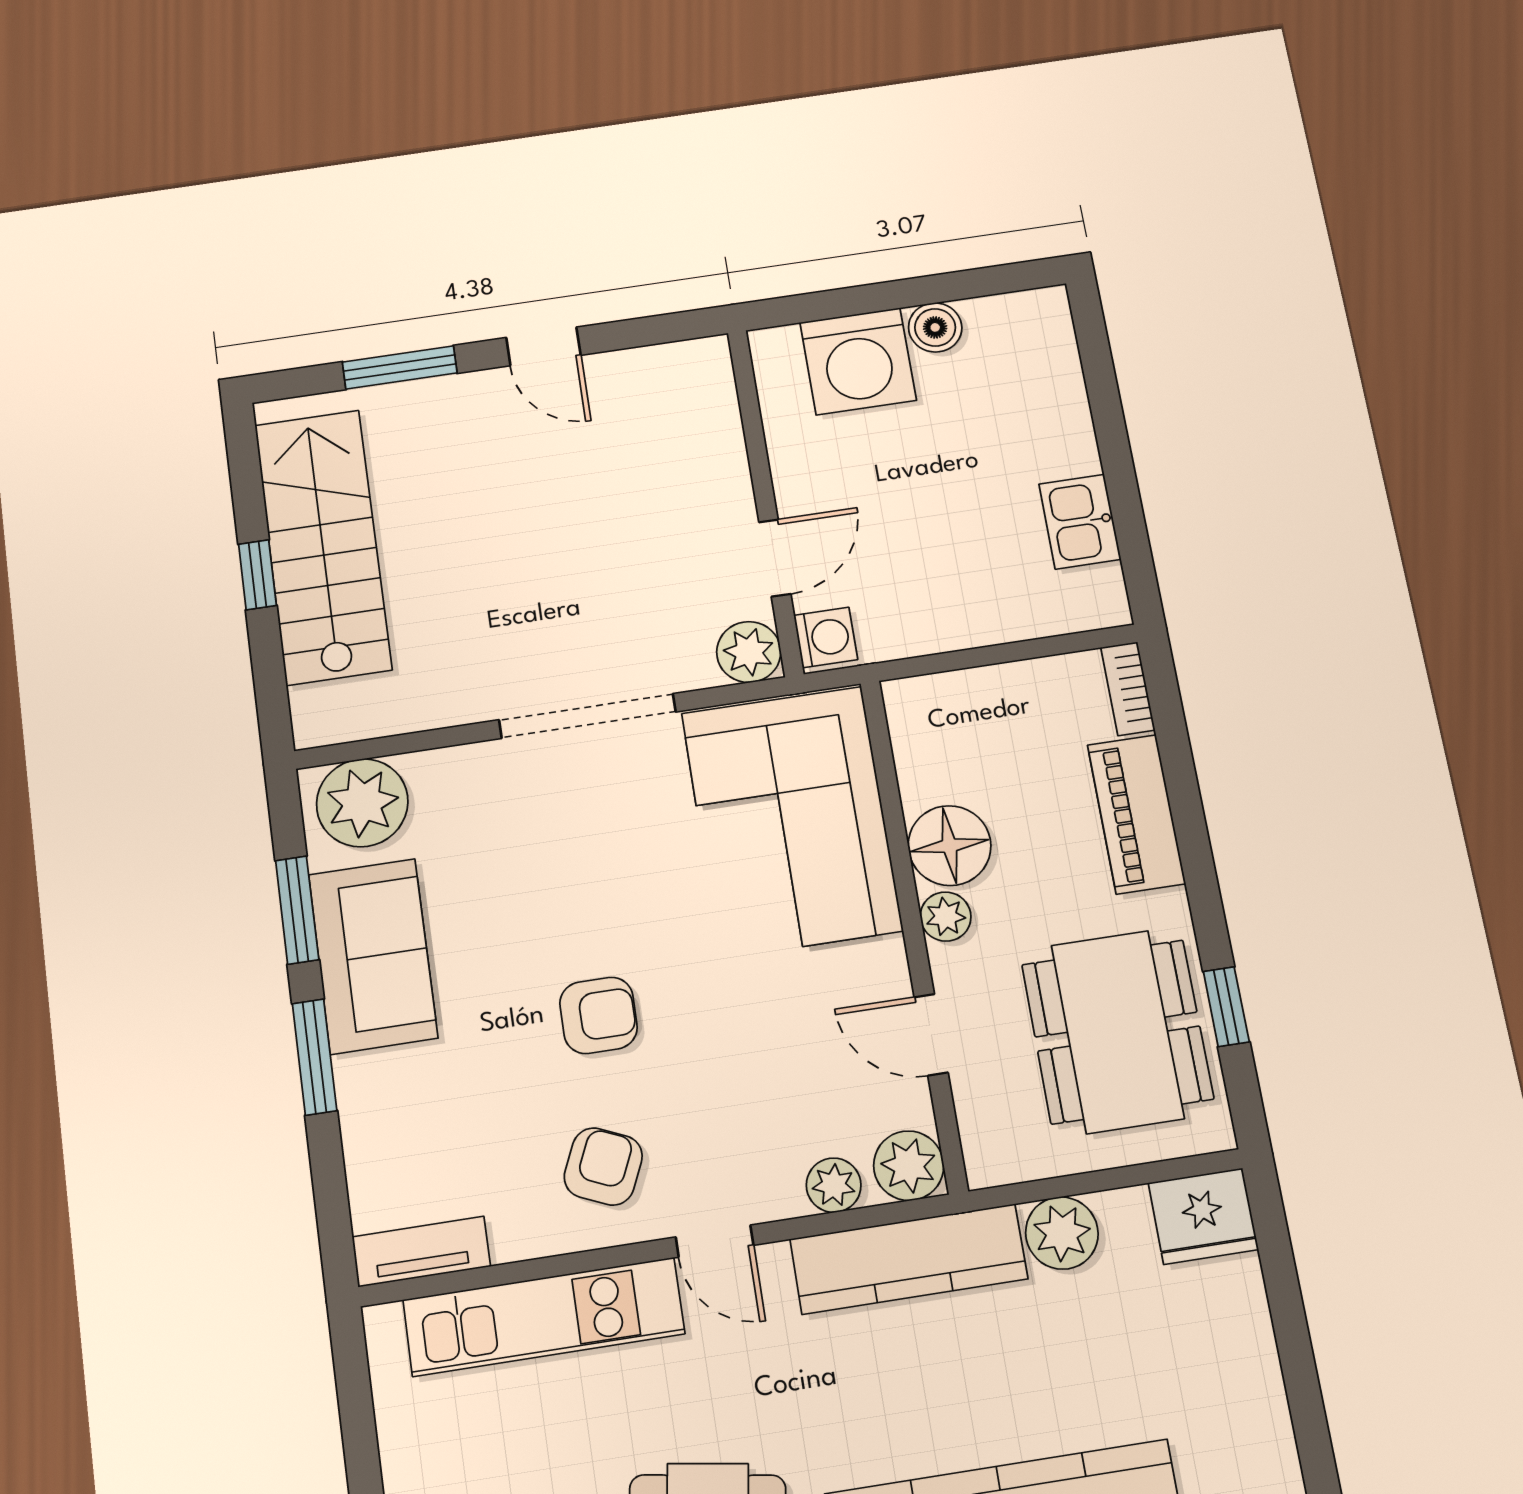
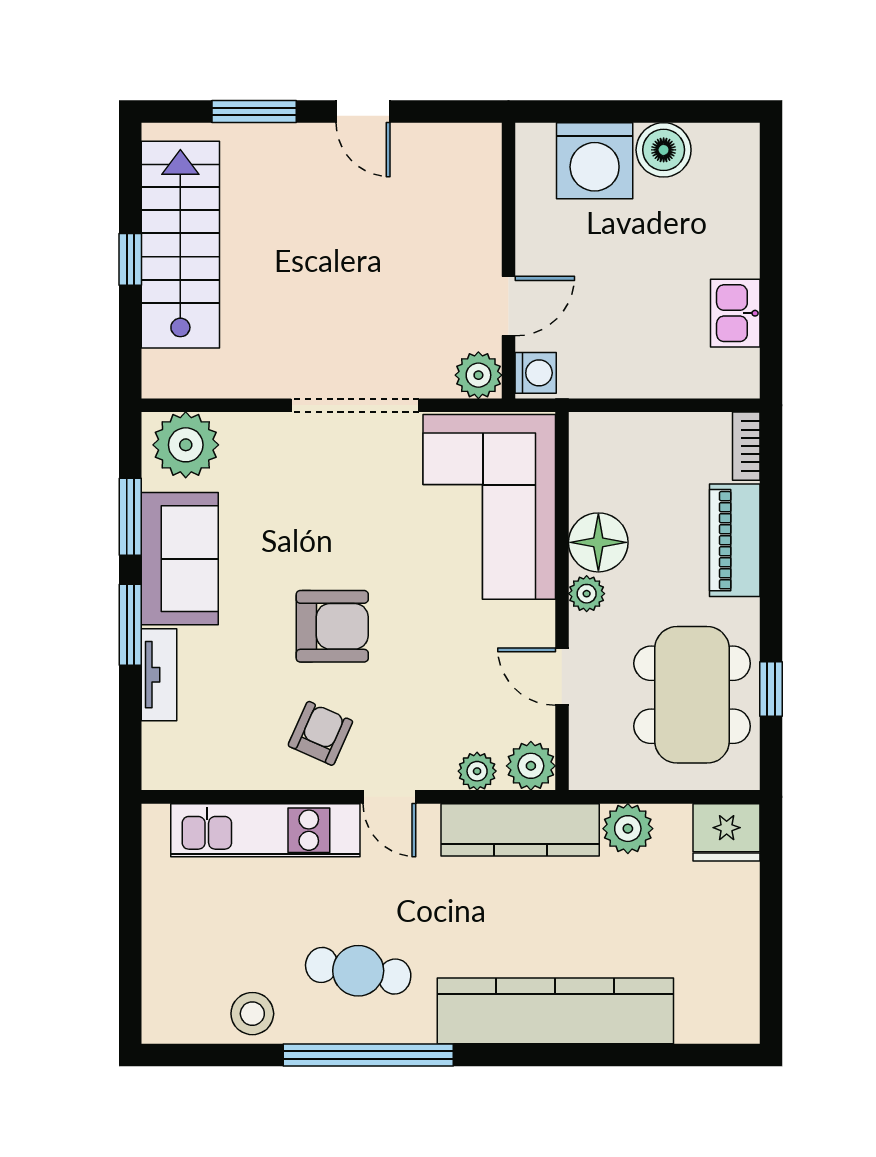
boiler: (935, 327) -> (664, 150), width x1.36, depth x1.36
armchair: (599, 1015) -> (332, 626), width x1.38, depth x1.38
tv unit: (421, 1252) -> (159, 675), moved, turned 90

